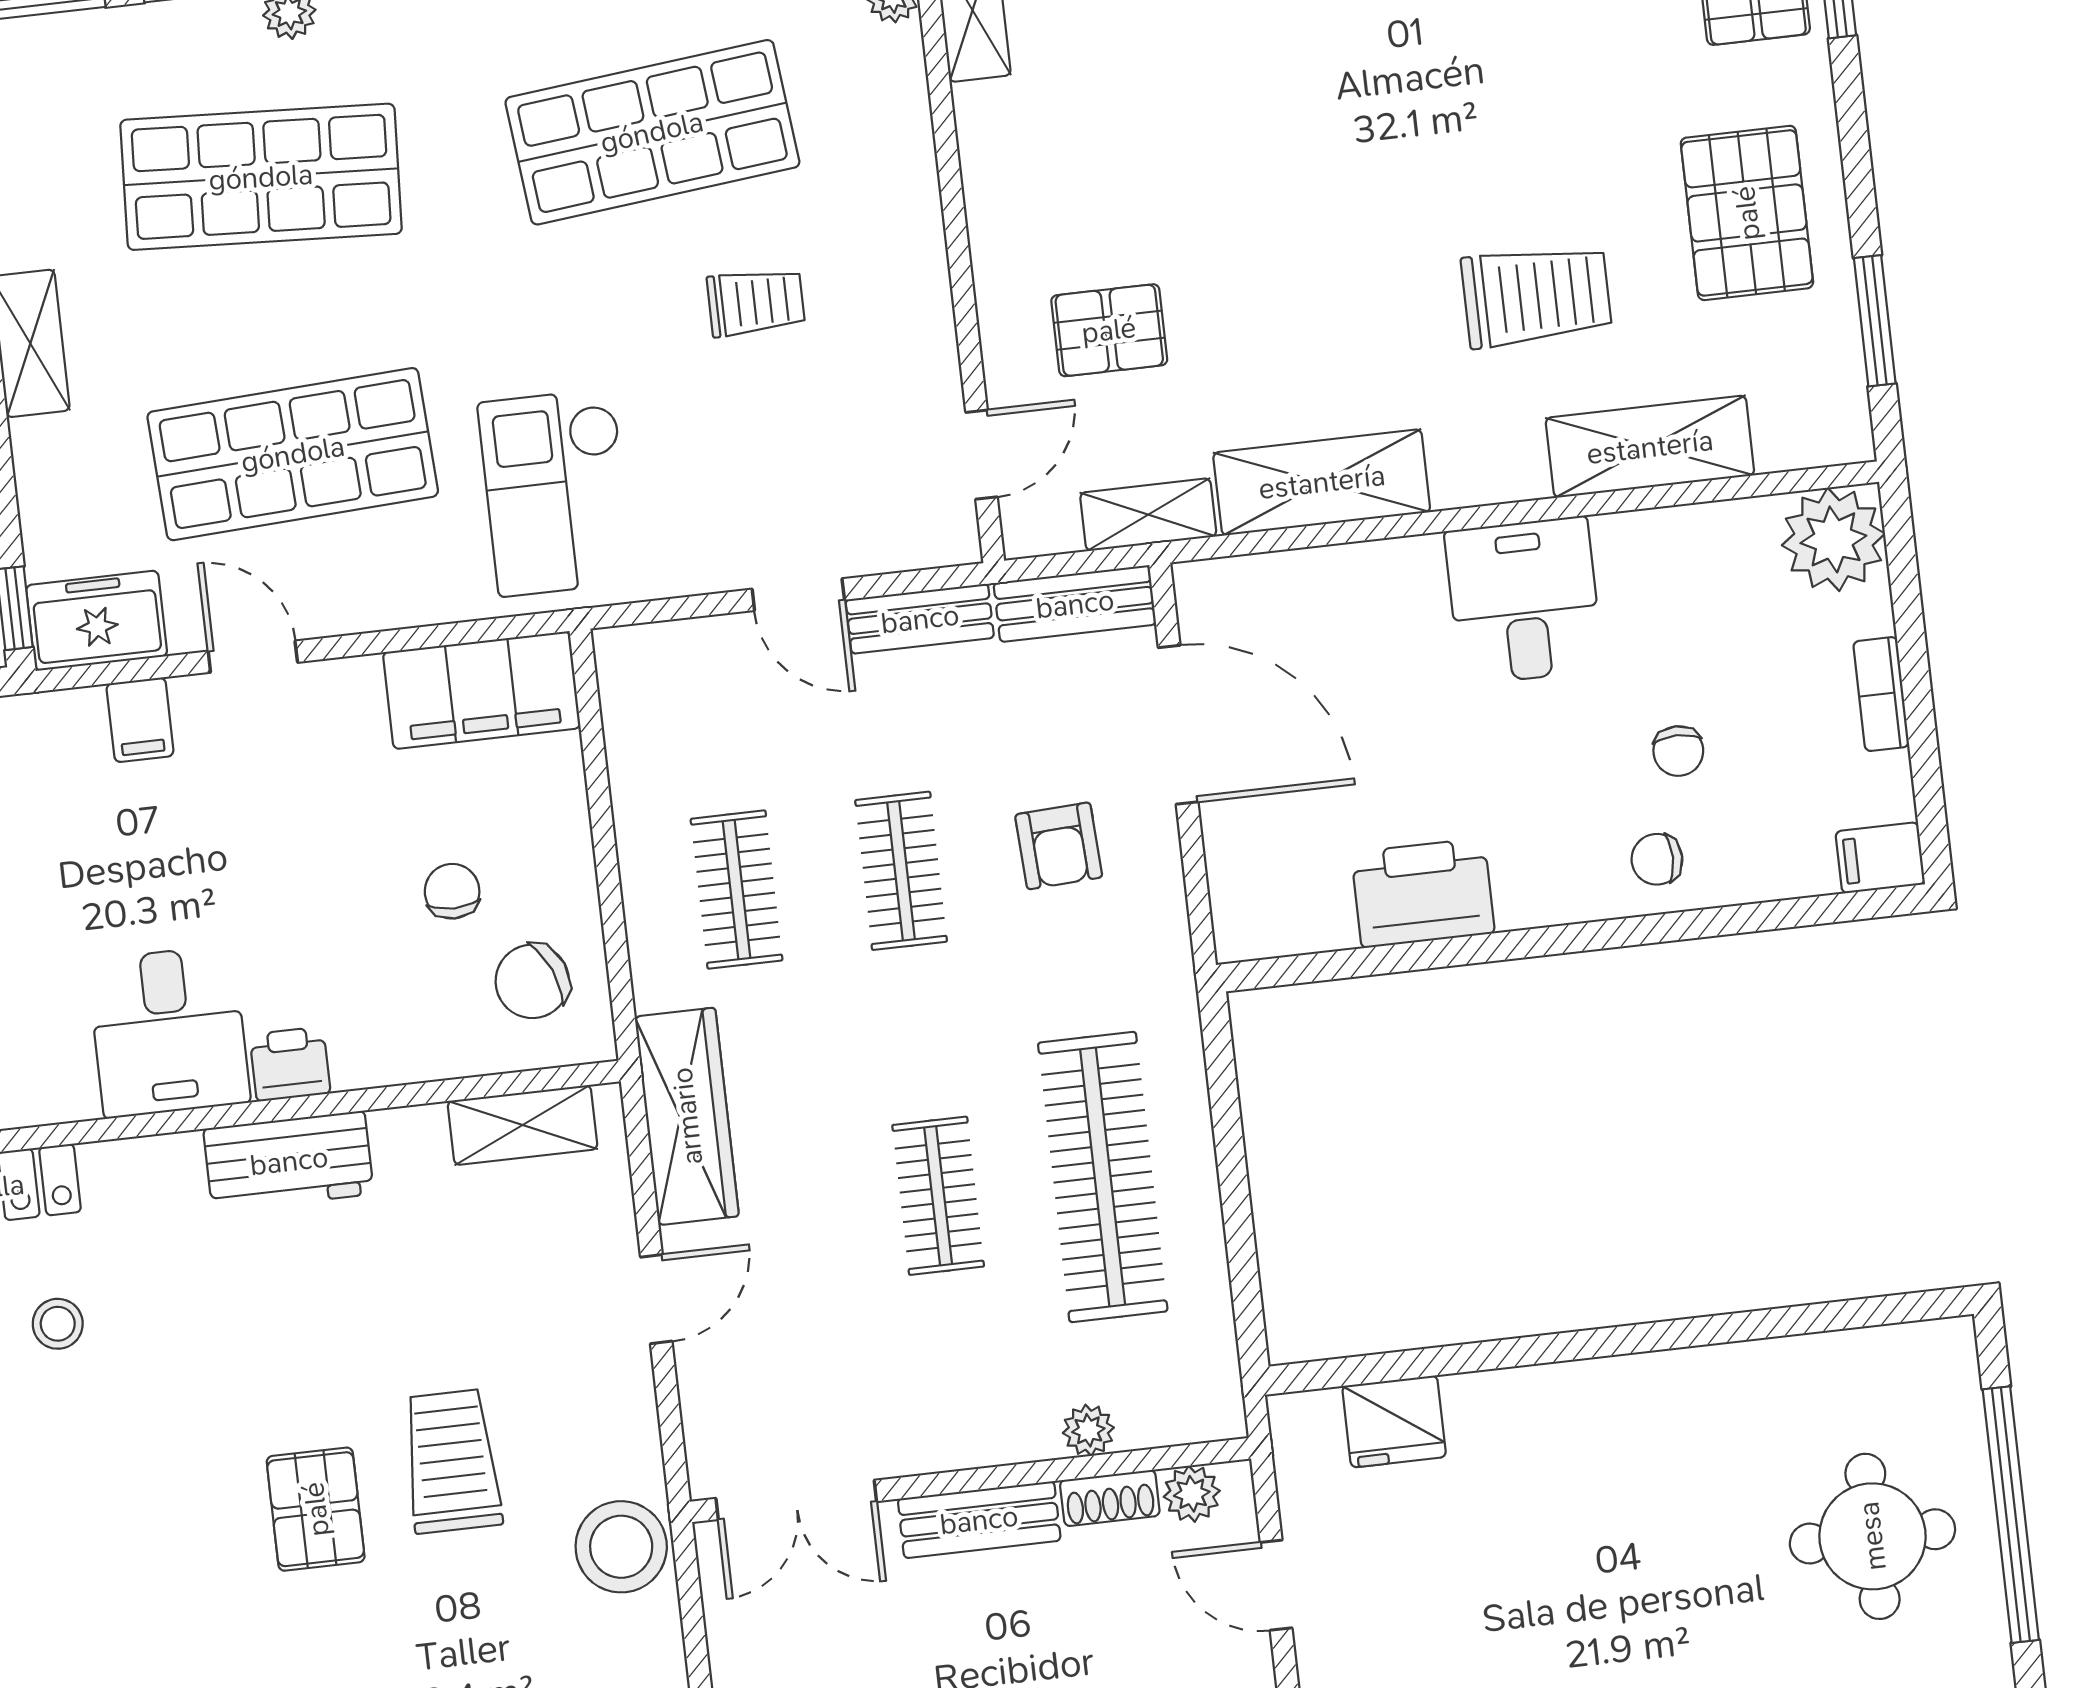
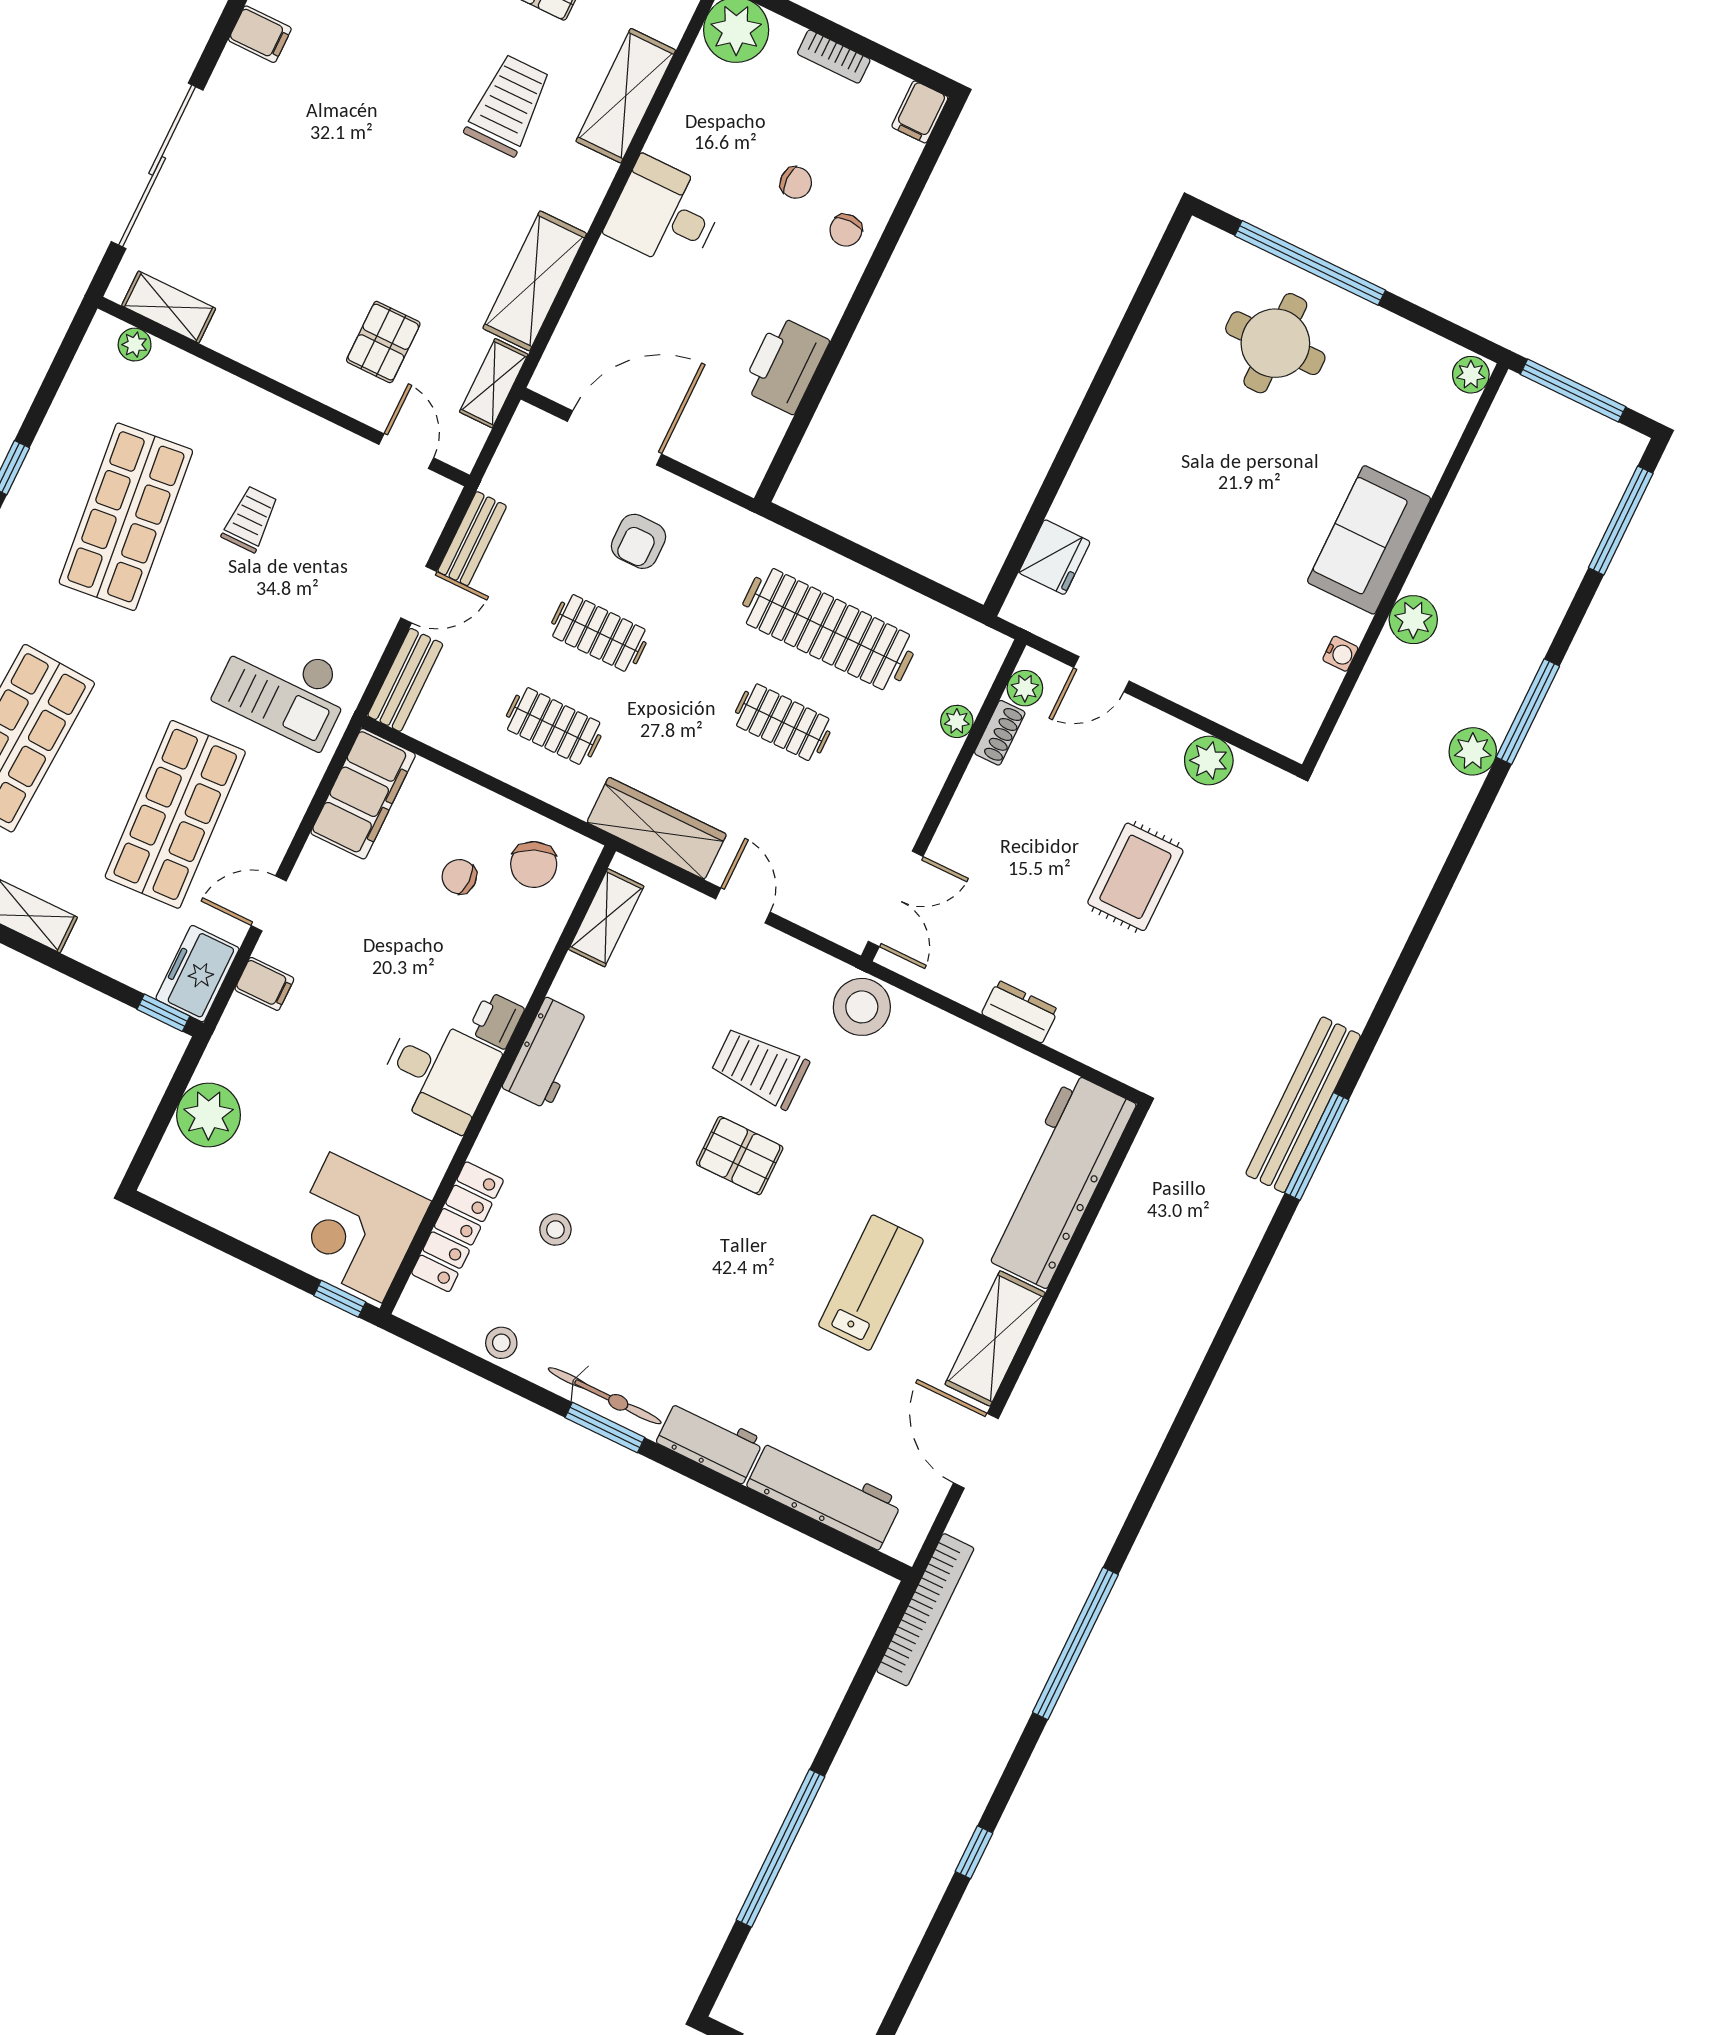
bench: (1075, 604) -> (405, 680), moved
armchair: (1059, 846) -> (638, 541), turned 93
bench: (979, 1520) -> (967, 809), removed

